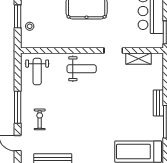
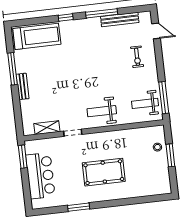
weight bench: (37, 72) -> (145, 103), turned -90
window: (18, 107) -> (164, 98), moved

